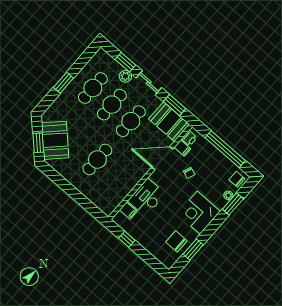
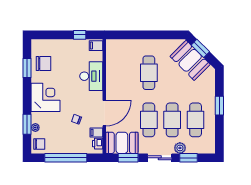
filing cabinet: (128, 211) -> (96, 46), moved

